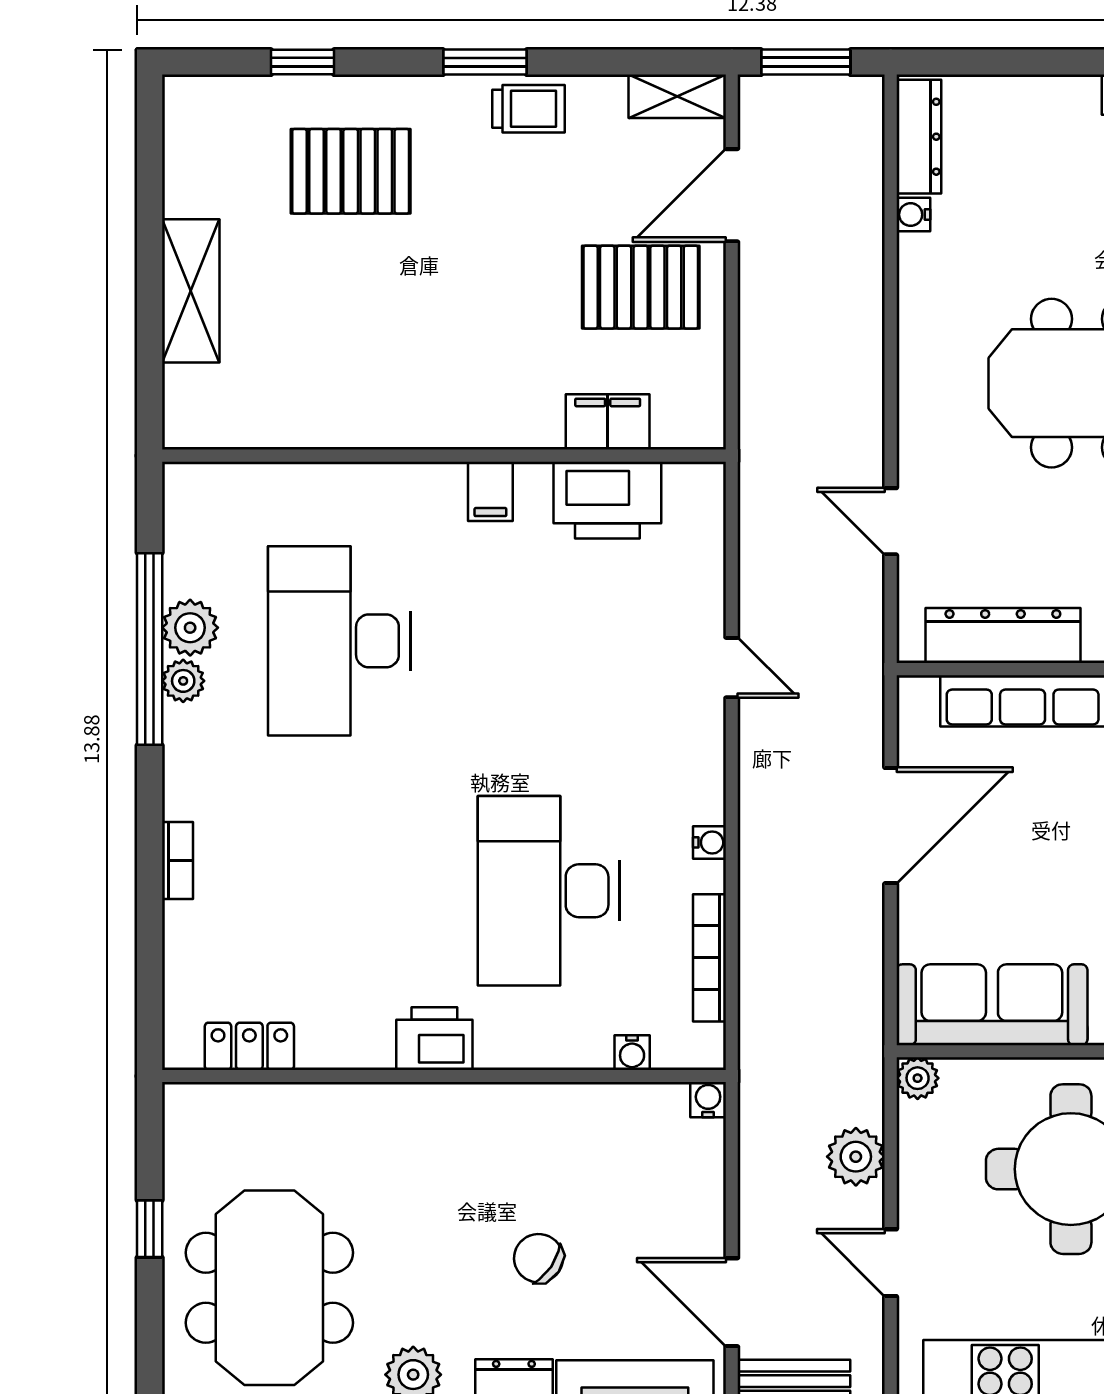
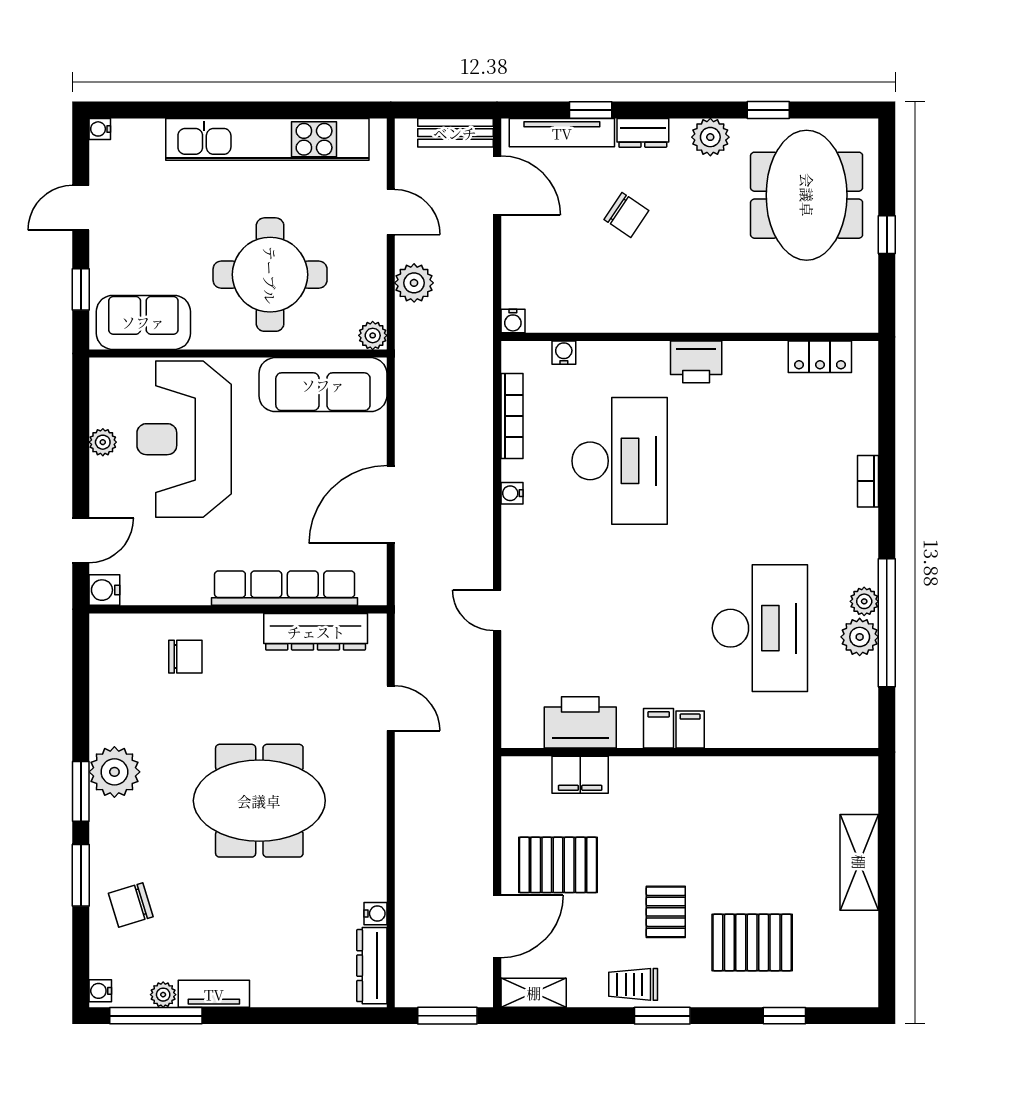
pallet: (480, 217) -> (666, 912), added
filing cabinet: (443, 489) -> (690, 730), added

